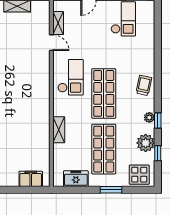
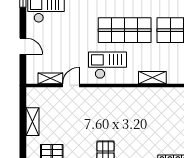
shelving: (59, 130) -> (152, 78), moved

